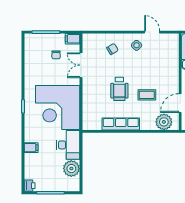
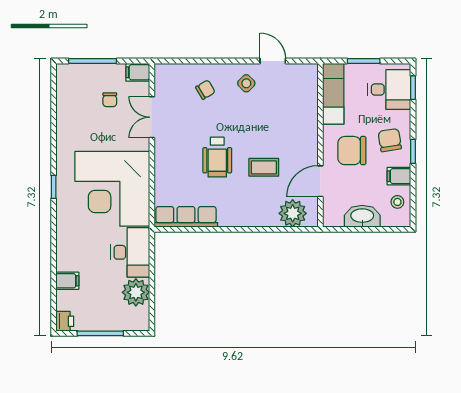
row of seats: (121, 124) -> (186, 217), moved
filing cabinet: (31, 148) -> (67, 281), moved

